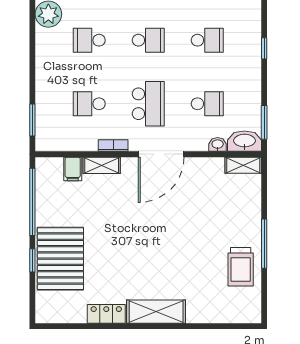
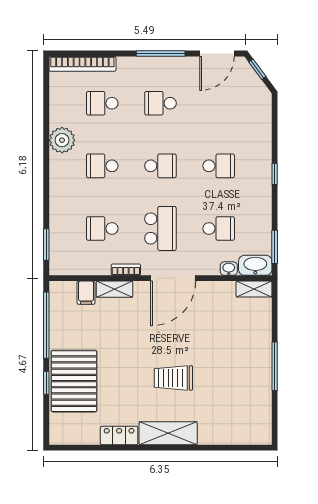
trolley: (241, 267) -> (173, 378), moved, turned 90

